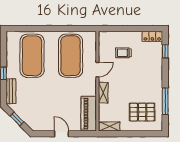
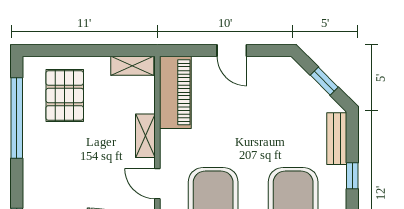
door: (97, 70) -> (157, 184), hinge flipped
window: (165, 101) -> (17, 118), width x1.46
pallet: (142, 112) -> (65, 95), turned 90

